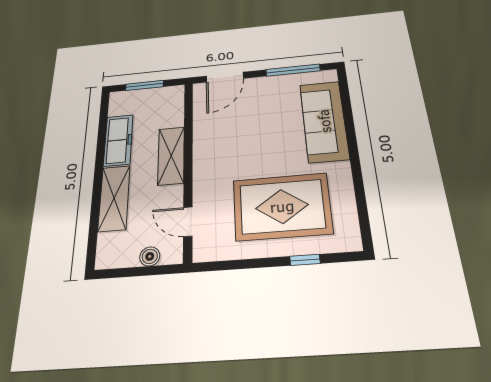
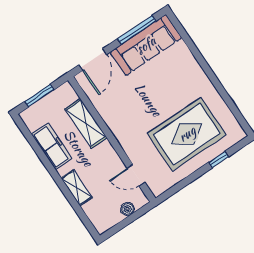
sofa: (324, 121) -> (146, 45), moved, turned -90
shelving: (171, 156) -> (86, 123), moved
shelving: (114, 198) -> (77, 188), width x0.67, depth x0.75

